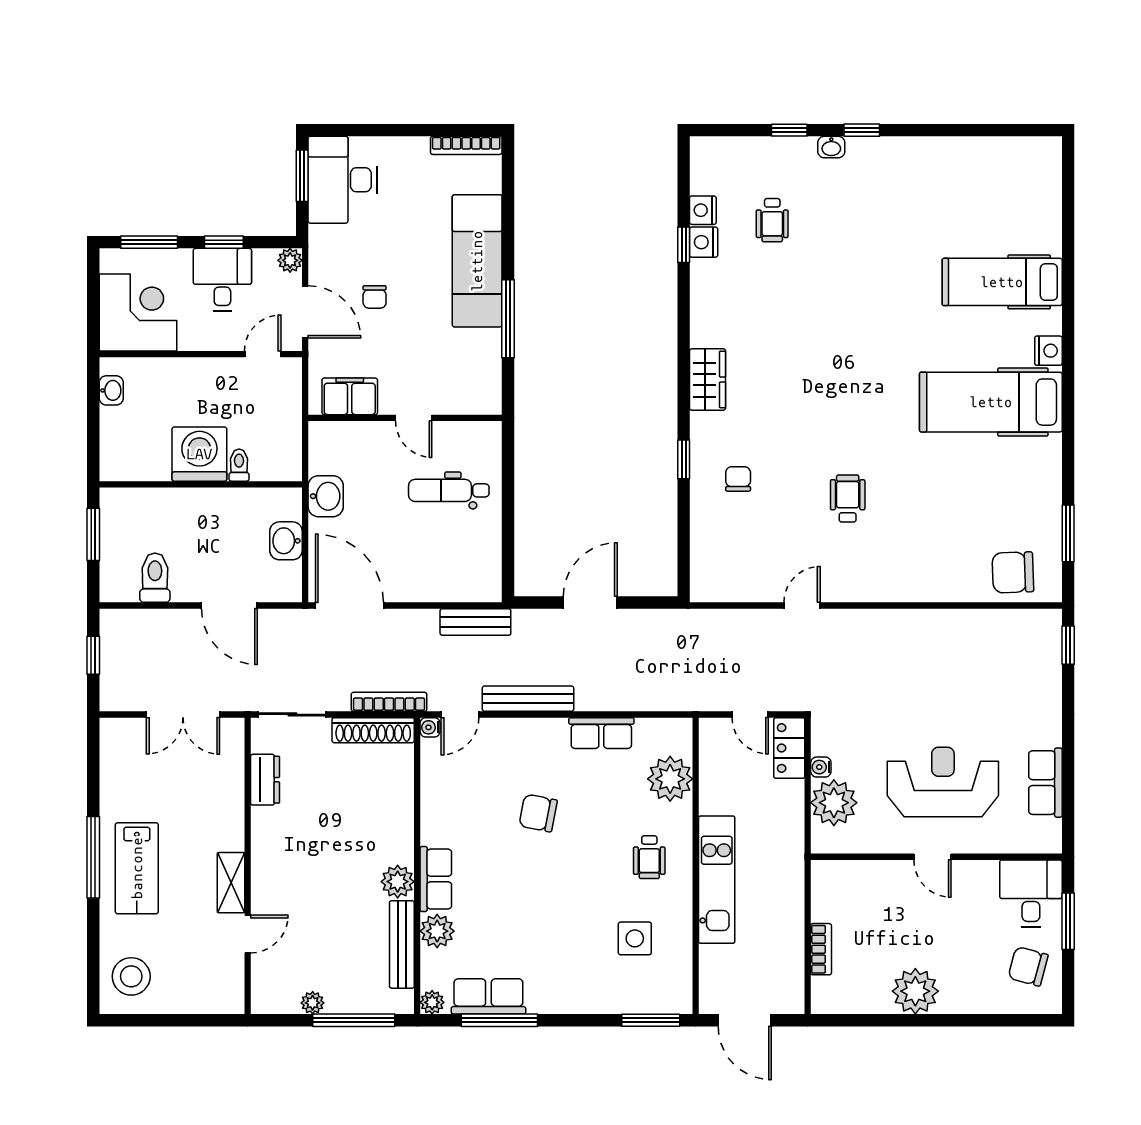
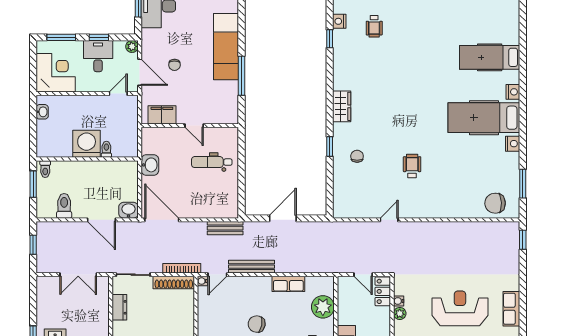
nightstand: (704, 242) -> (513, 144), moved, turned 180
toilet: (117, 504) -> (45, 169), added
washbasin: (286, 541) -> (128, 210), moved, turned 90
plant: (834, 803) -> (400, 313), width x0.53, depth x0.53

